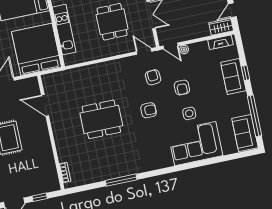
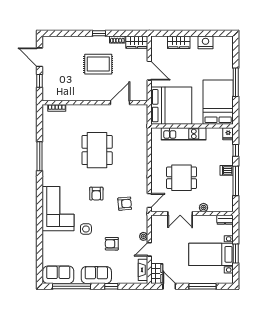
door: (171, 46) -> (149, 249), moved
sofa: (233, 77) -> (96, 275), moved
armchair: (182, 88) -> (112, 244), moved
corner sofa: (195, 144) -> (58, 209), moved

